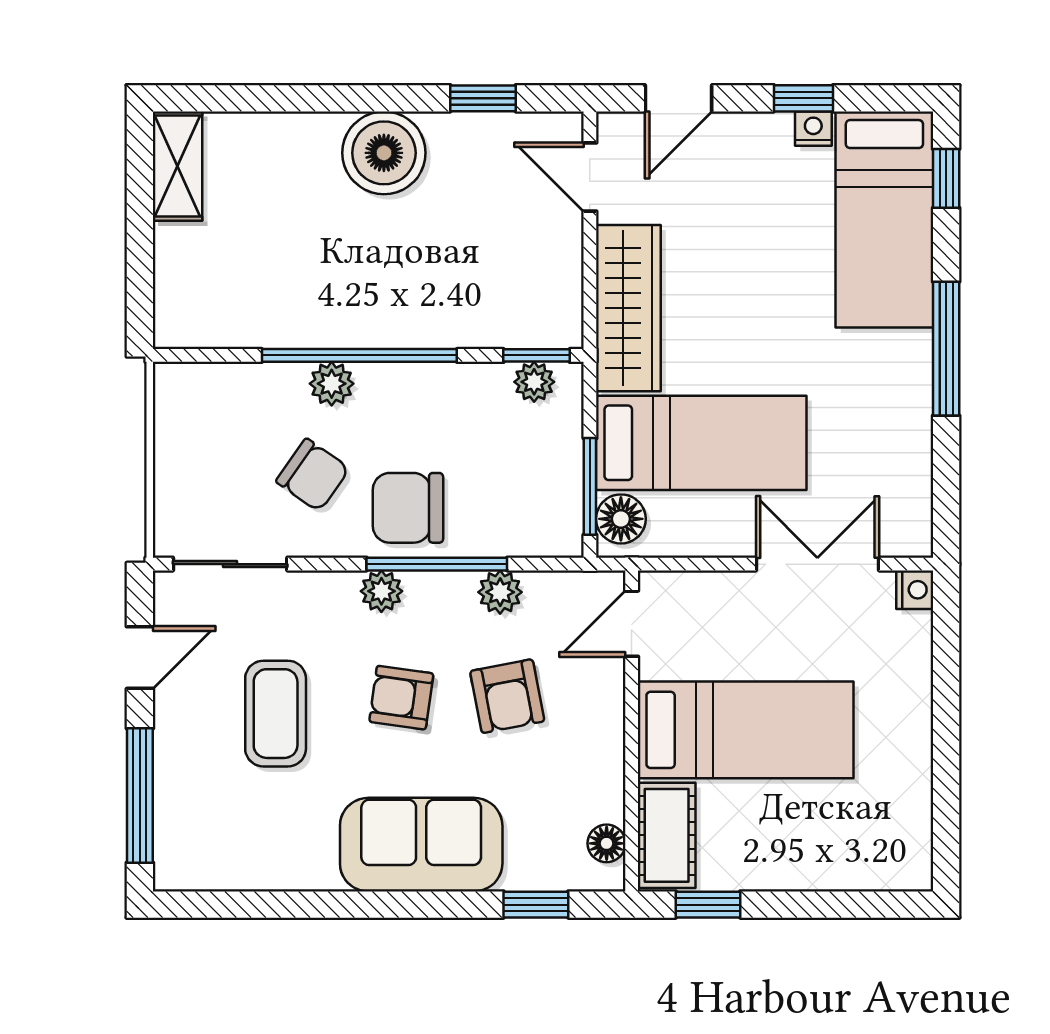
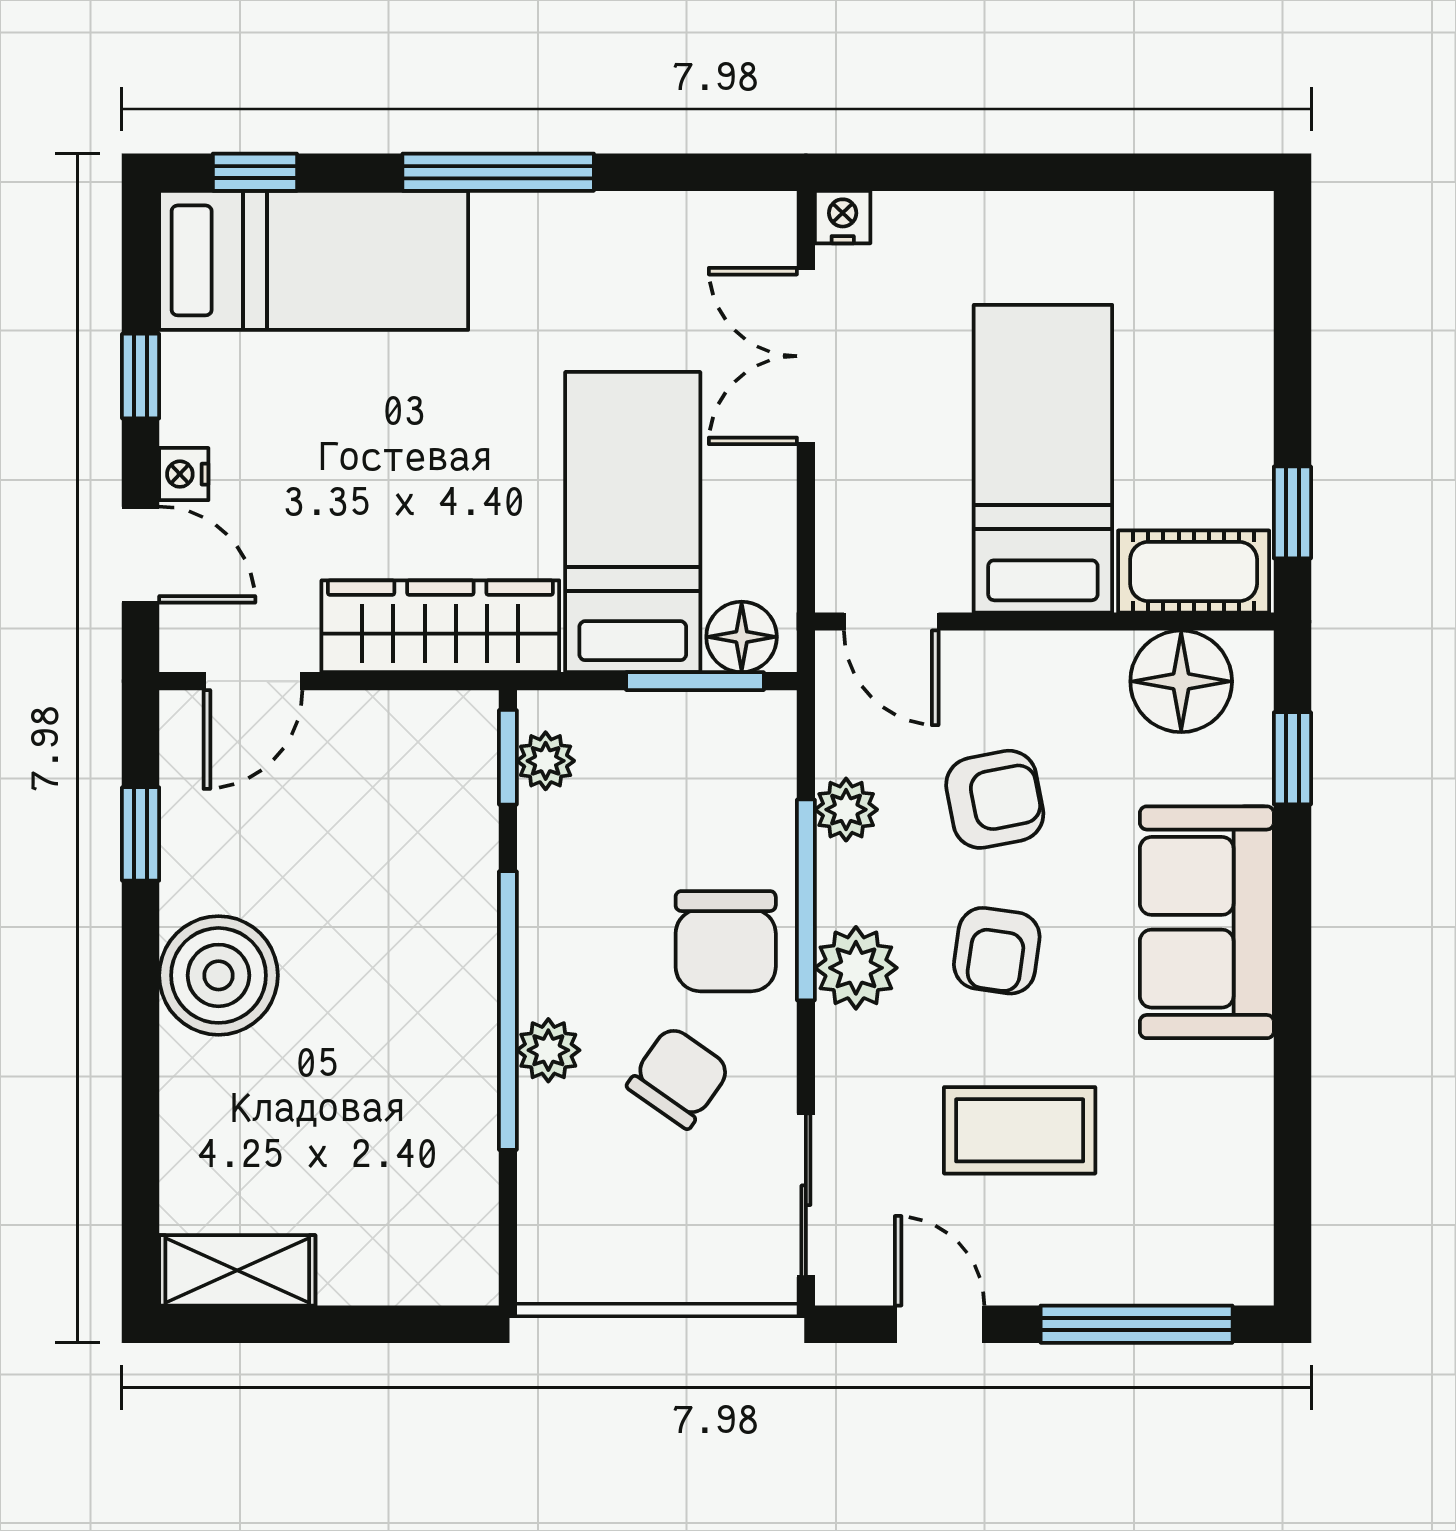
nightstand: (813, 129) -> (184, 474), moved
plant: (381, 591) -> (856, 968), width x1.38, depth x1.38
floor lamp: (607, 843) -> (1181, 681), width x1.89, depth x1.89

